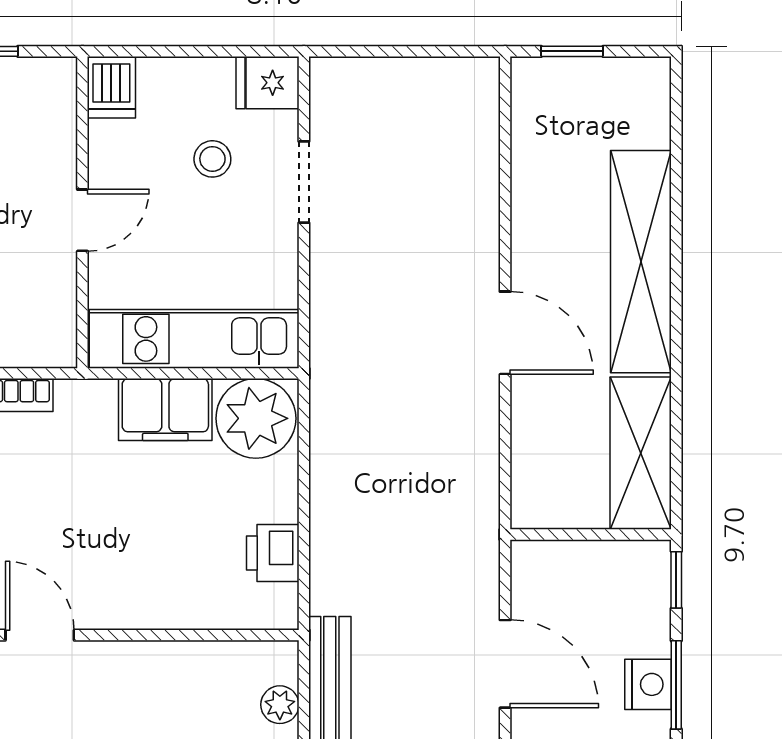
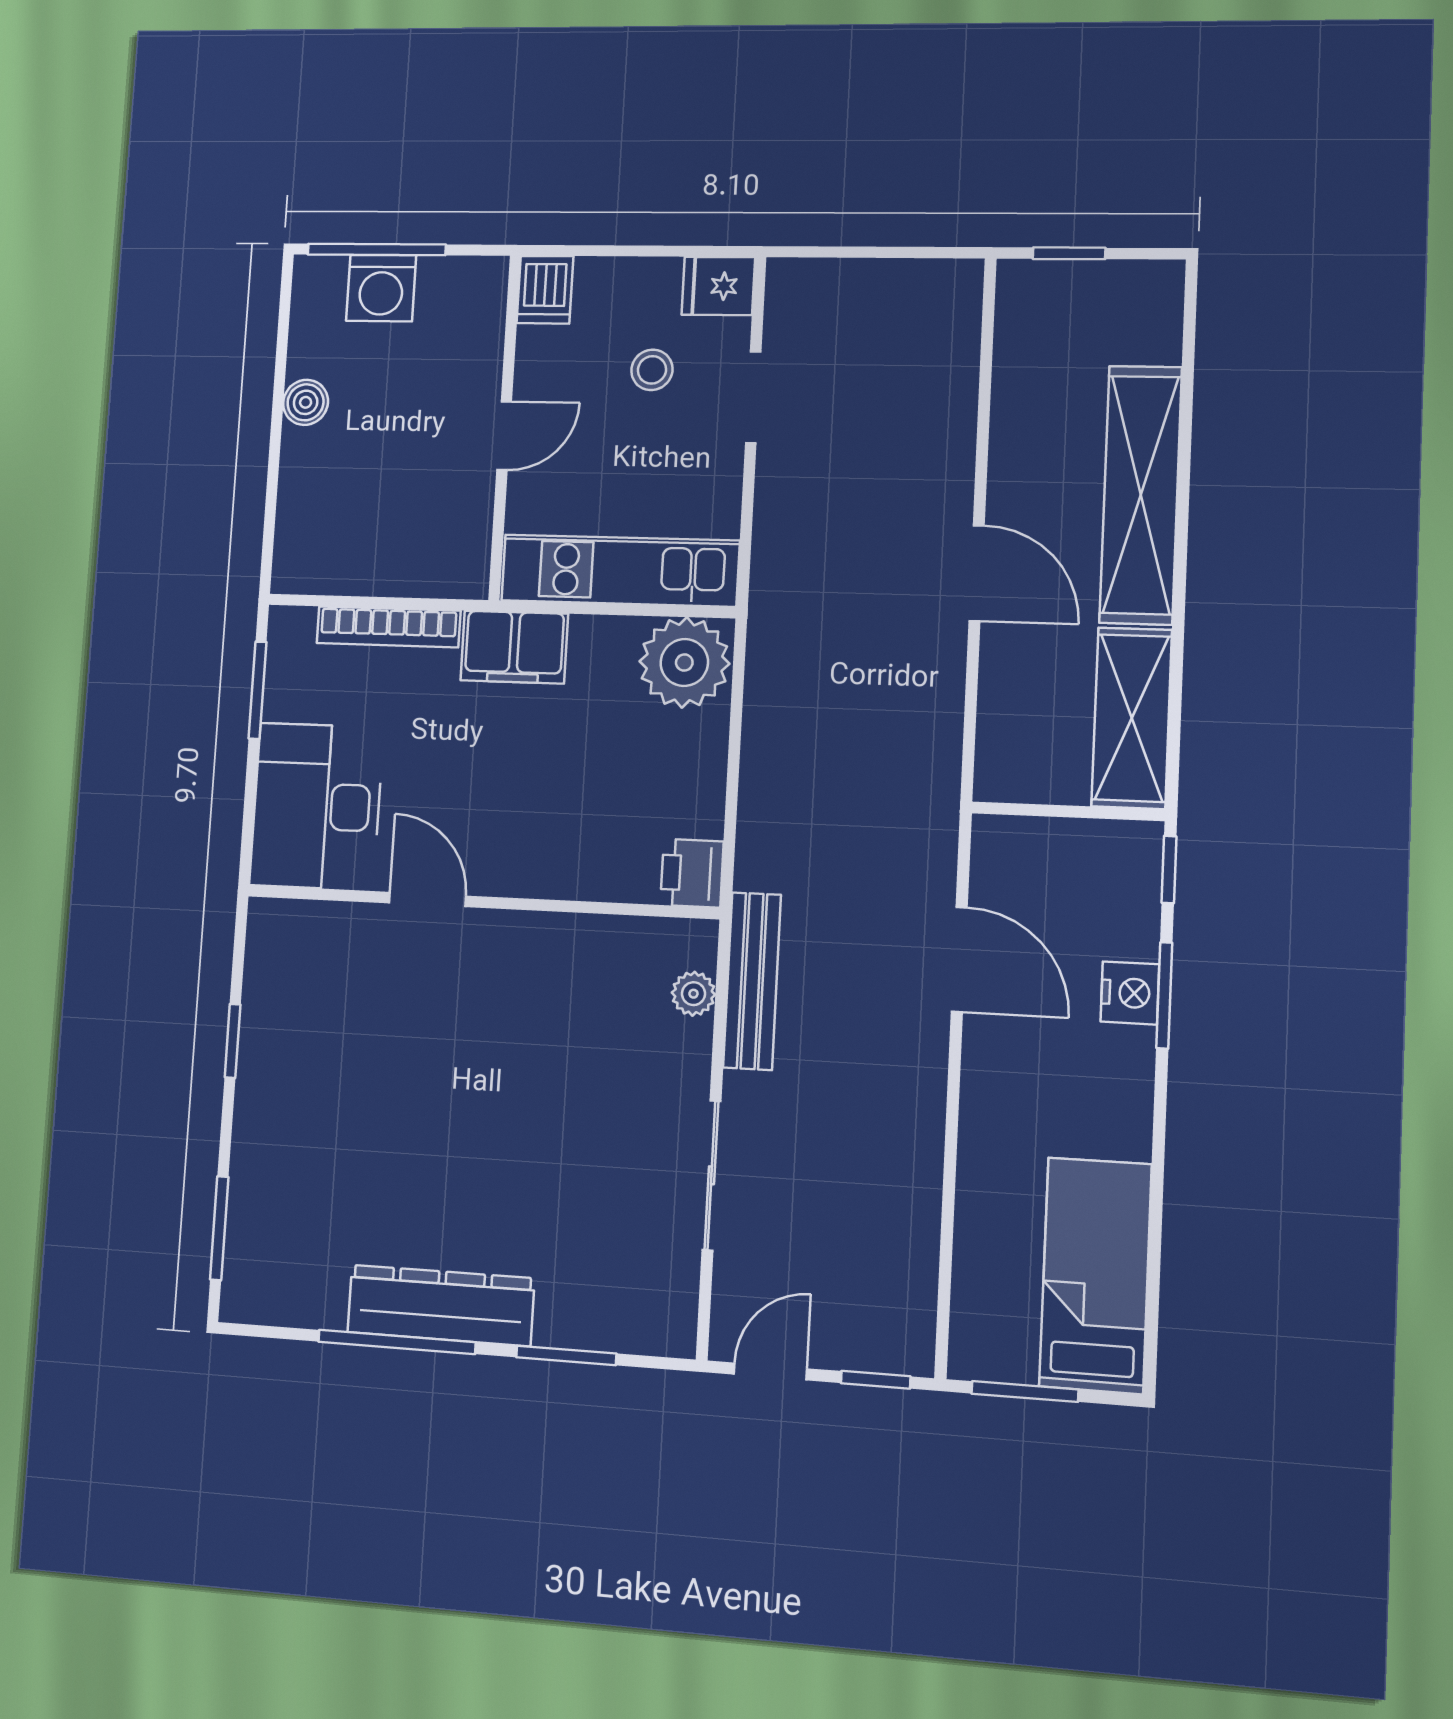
filing cabinet: (165, 410) -> (514, 647), moved
printer: (273, 553) -> (692, 873), moved

